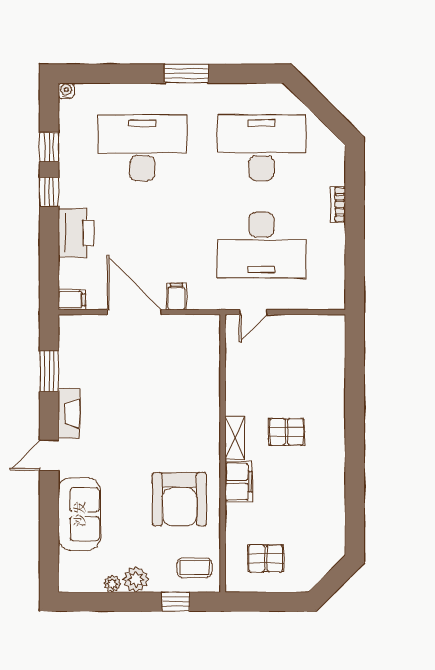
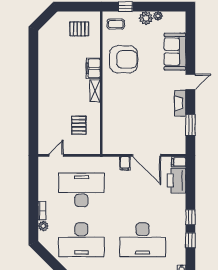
plant: (336, 174) -> (43, 226), added
printer: (76, 233) -> (177, 181), moved
door: (253, 312) -> (56, 155), moved
pallet: (287, 432) -> (79, 125), moved, turned 90
armchair: (179, 499) -> (124, 59), turned 90

